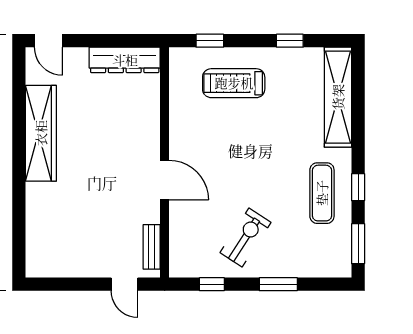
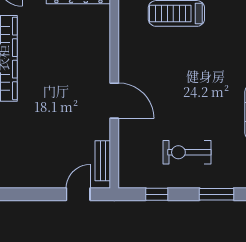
exercise bike: (245, 238) -> (187, 152), turned -123
door: (124, 284) -> (78, 194), swing flipped

